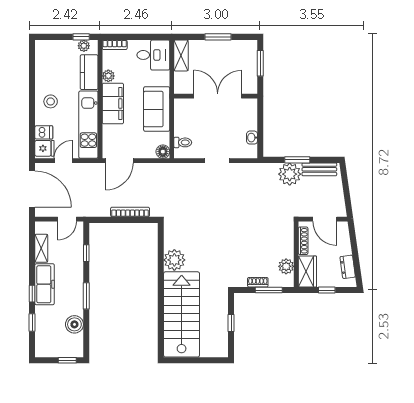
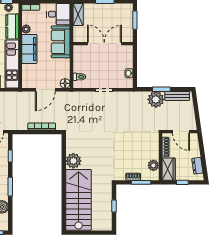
sofa: (157, 109) -> (61, 42), moved
door: (119, 161) -> (45, 90), moved

